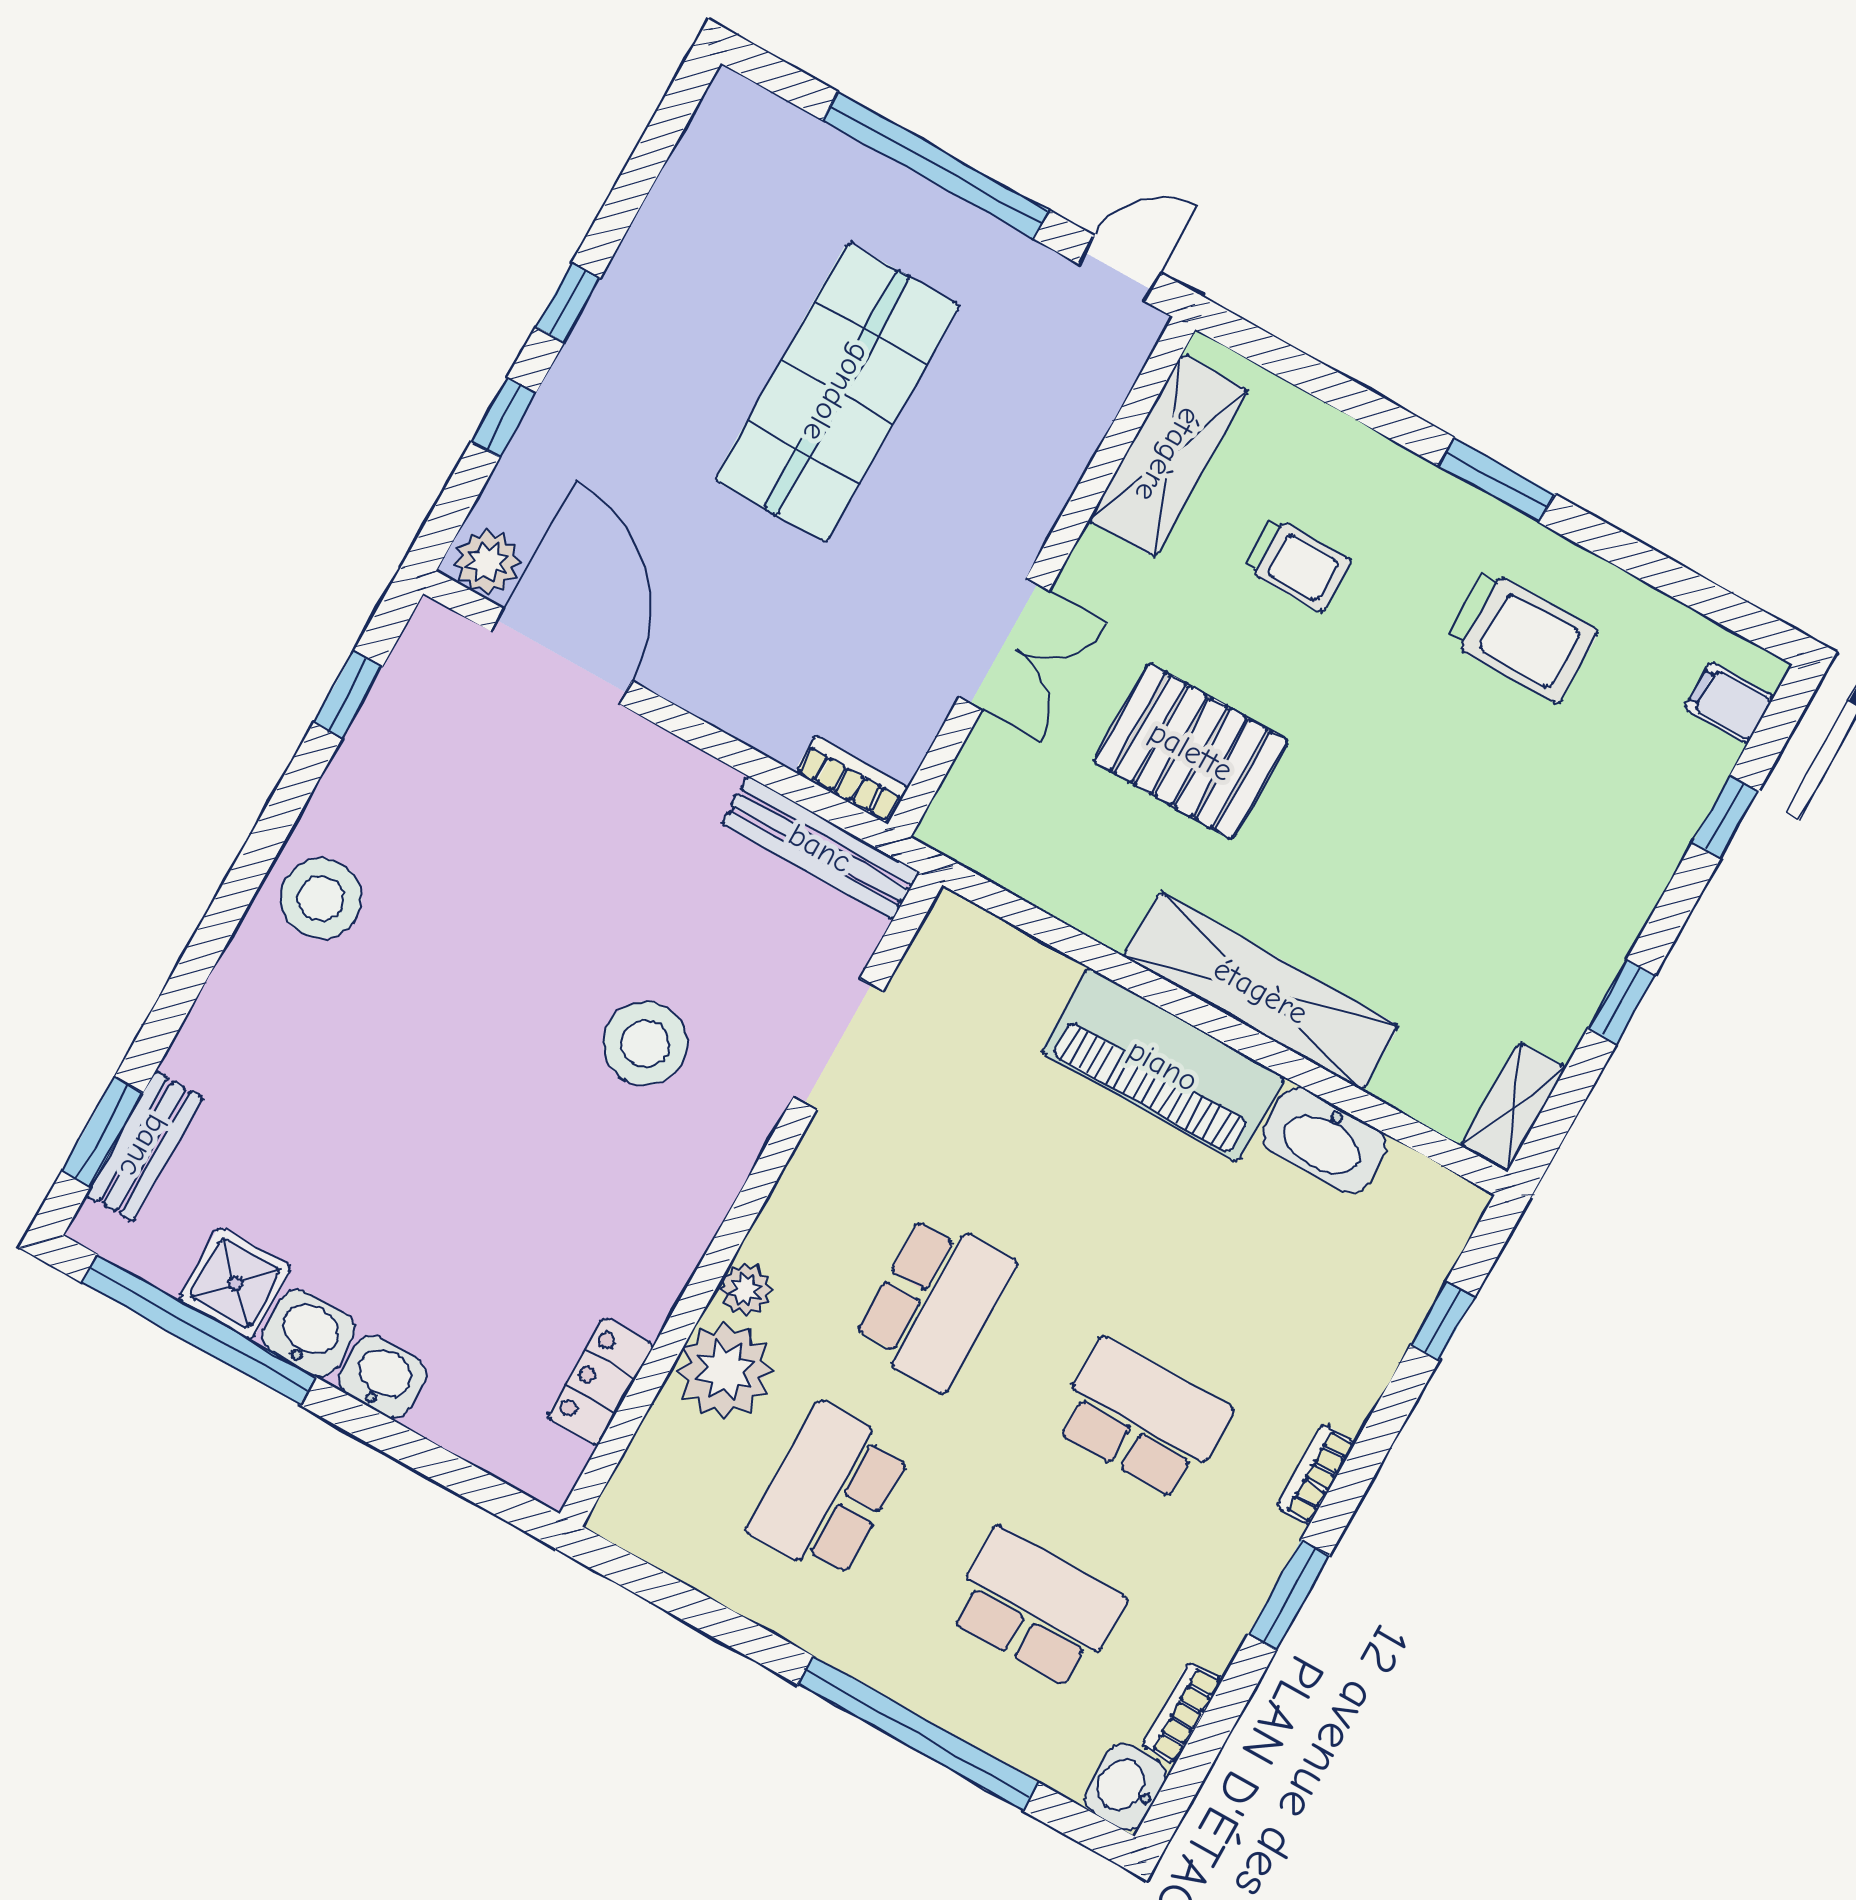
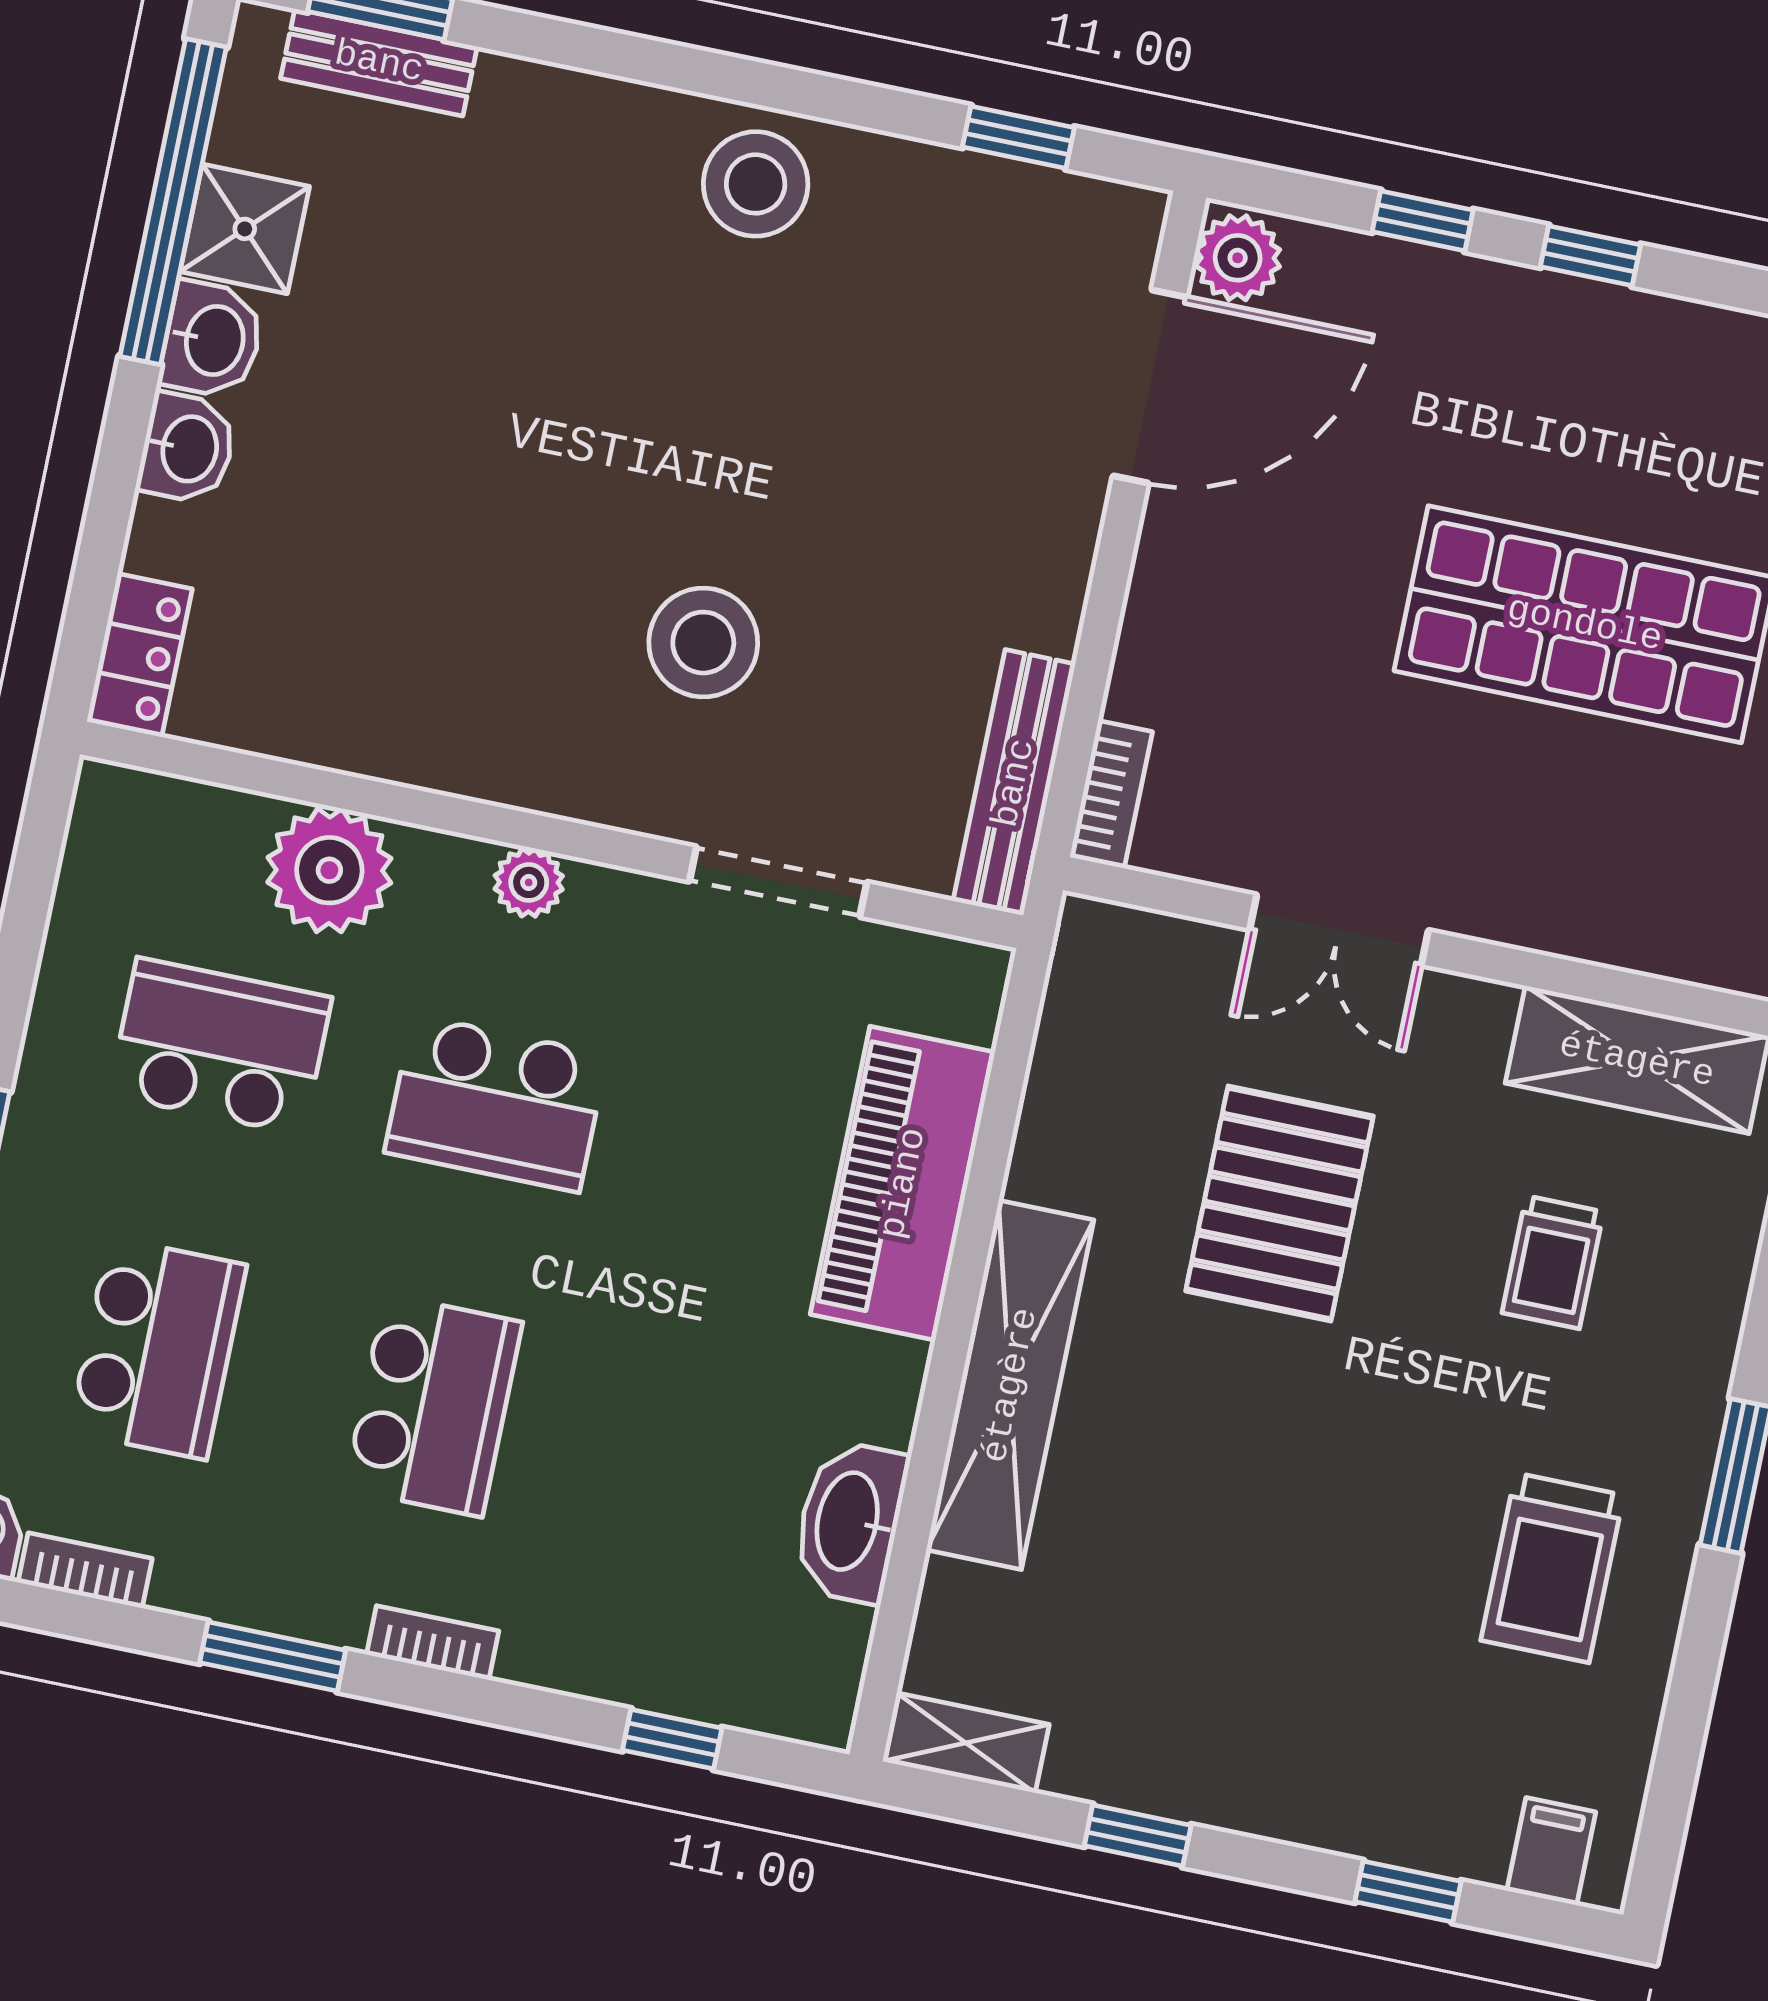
piano: (1163, 1065) -> (903, 1183), moved
plant: (745, 1290) -> (529, 882), moved
locker: (600, 1381) -> (139, 655), moved, turned 90

